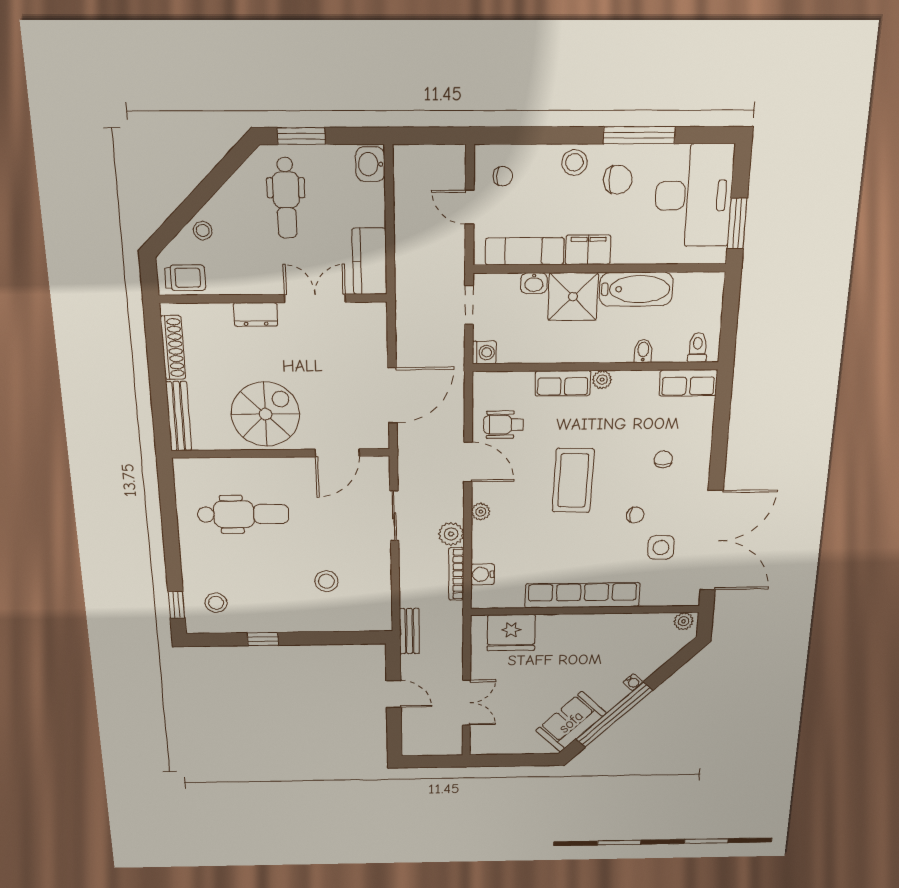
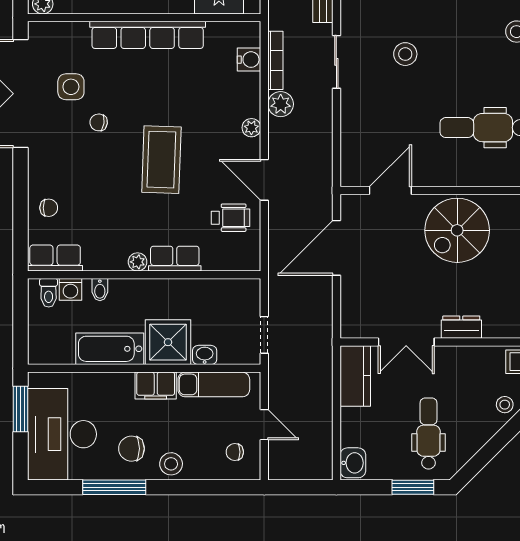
washing machine: (484, 352) -> (70, 289), moved, turned -90
chair: (663, 459) -> (49, 208), moved, turned -90
sliding door: (394, 516) -> (336, 62), moved

